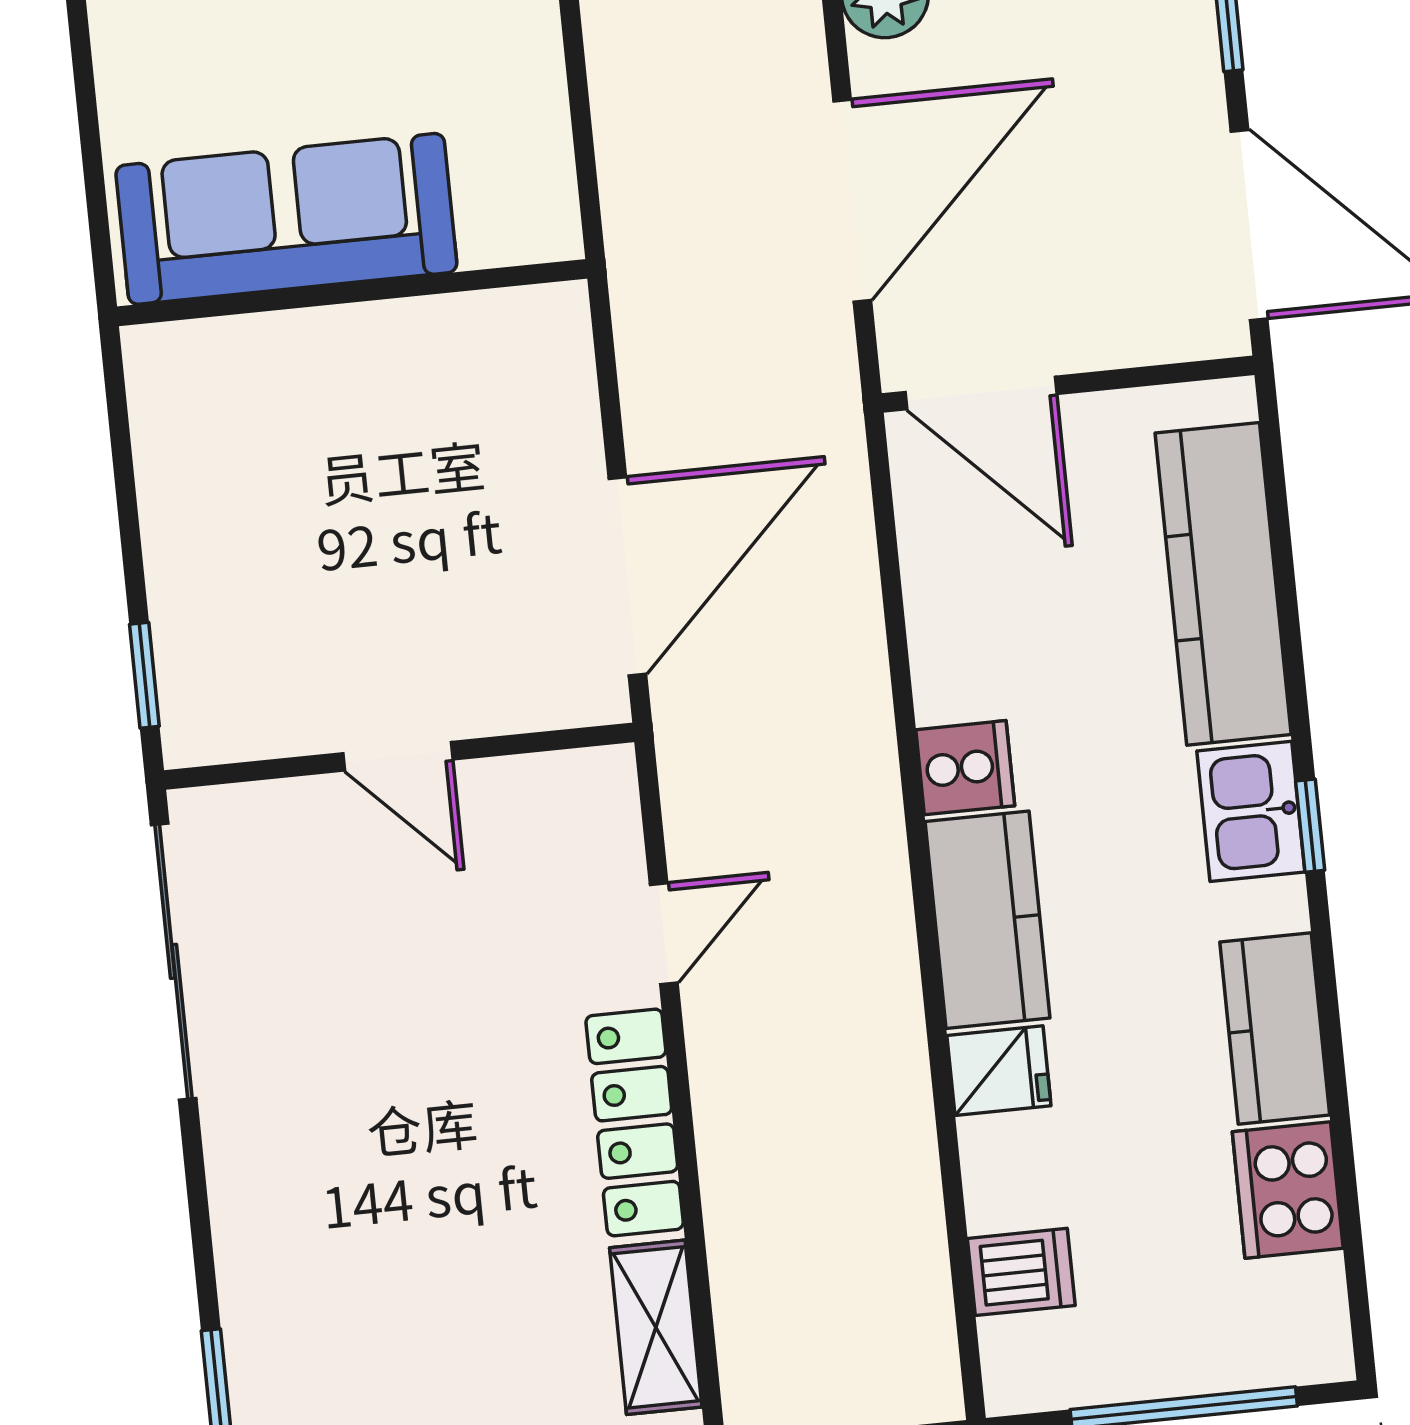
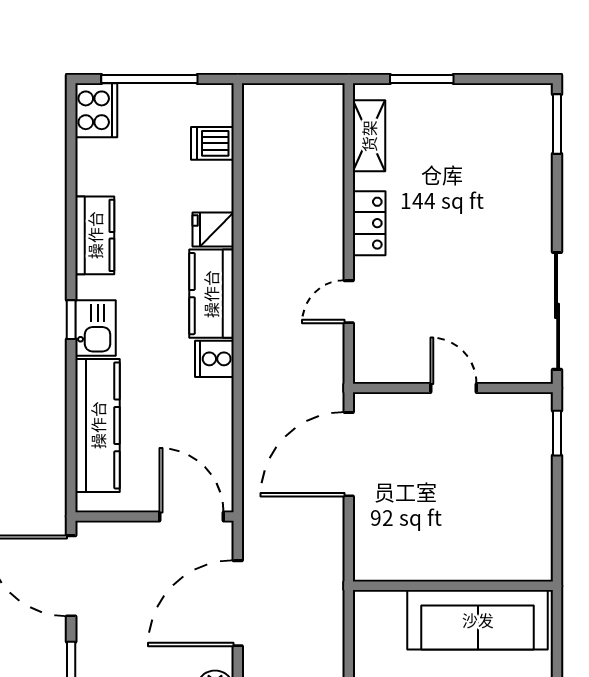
locker: (635, 1122) -> (369, 223), width x0.66
cooker: (1288, 1190) -> (96, 110), moved

